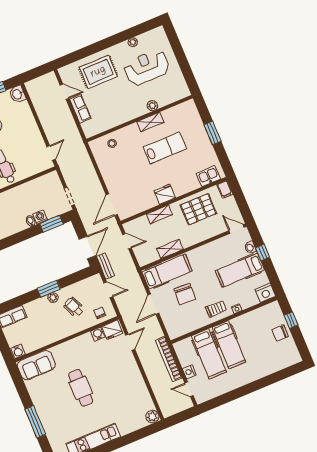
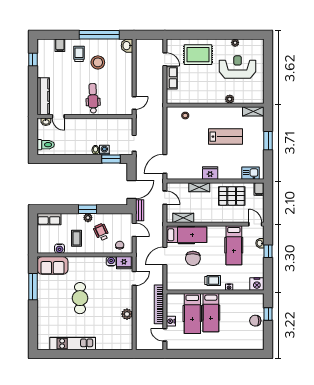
shelving: (150, 122) -> (253, 111), moved
shelving: (170, 249) -> (183, 218), moved
hospital bed: (240, 270) -> (234, 245), moved, turned -90
coffee table: (50, 325) -> (76, 238), added
water cooler: (18, 351) -> (60, 249), moved
plant: (152, 417) -> (127, 314), moved
window: (35, 422) -> (33, 287), moved

